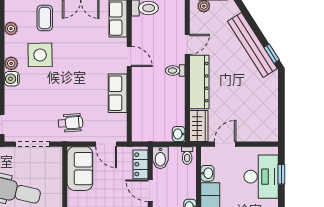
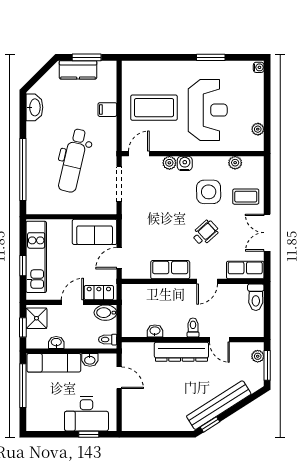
plant: (11, 63) -> (169, 163), moved
wheelchair: (70, 123) -> (205, 233), moved, turned -128
wardrobe: (199, 126) -> (137, 351), removed
washbasin: (179, 134) -> (155, 331), moved

